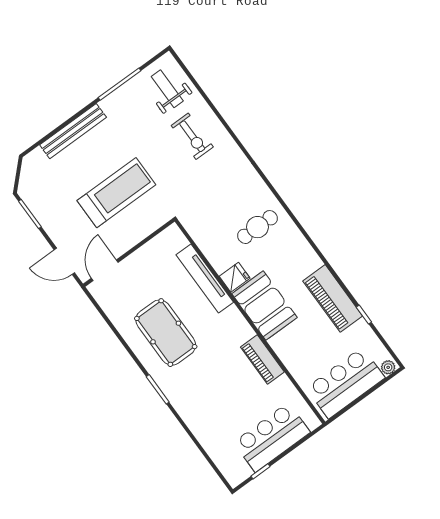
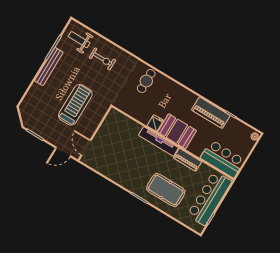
bench: (73, 131) -> (49, 67), moved
cafe table: (257, 227) -> (146, 81), moved
tv unit: (205, 279) -> (159, 141), moved
pool table: (166, 333) -> (166, 190), moved
bar counter: (346, 383) -> (223, 159), moved, turned 90
bar counter: (272, 437) -> (209, 198), width x1.36

